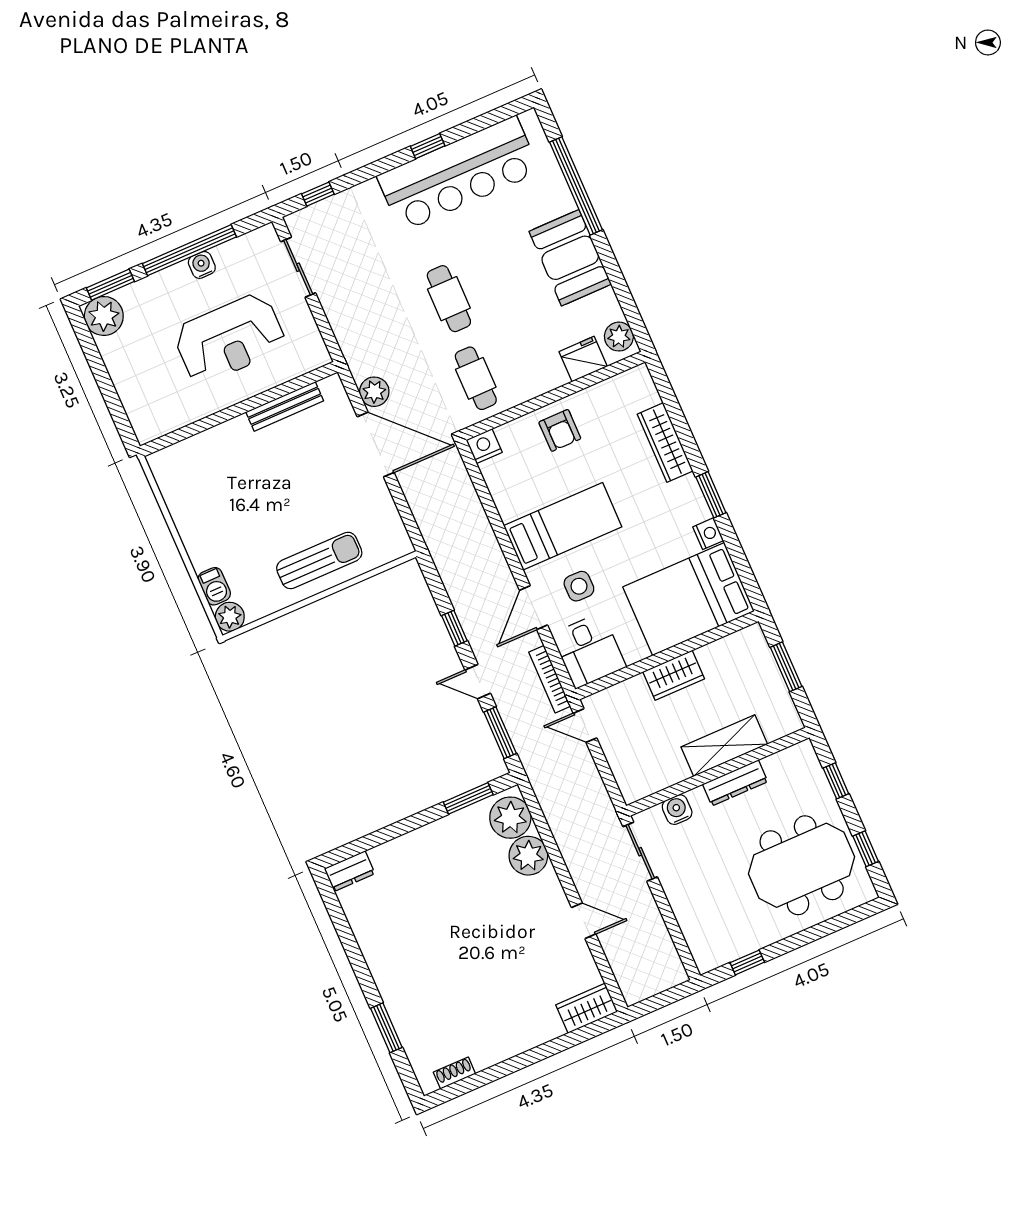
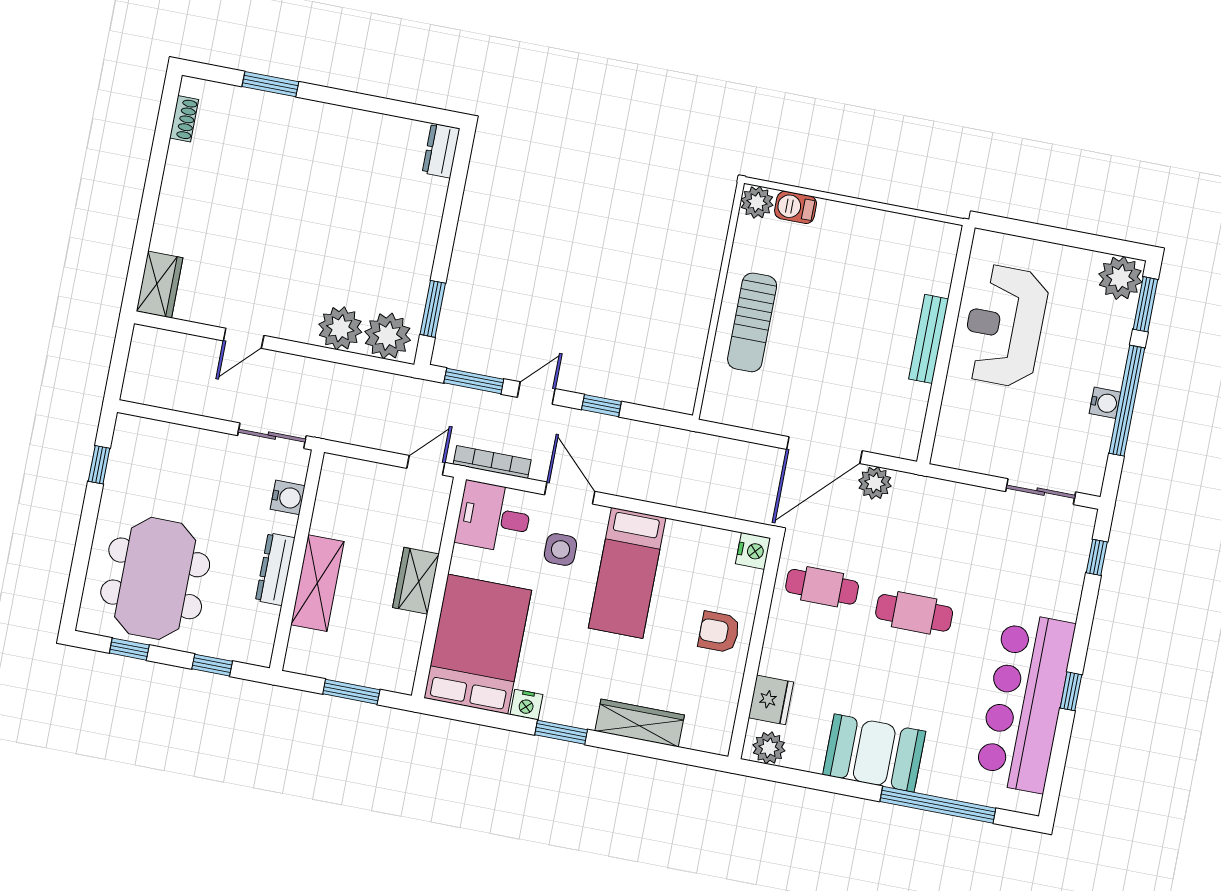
reception desk: (230, 339) -> (1004, 326), moved
bench: (285, 406) -> (929, 339), moved

